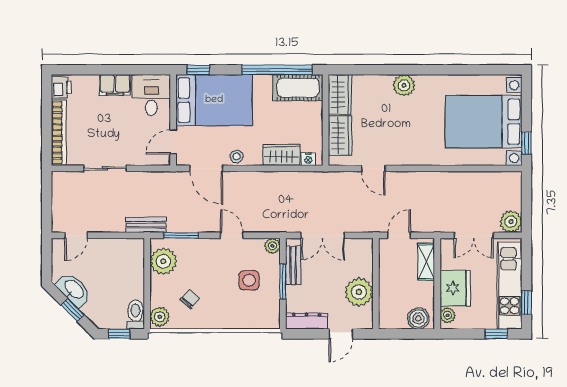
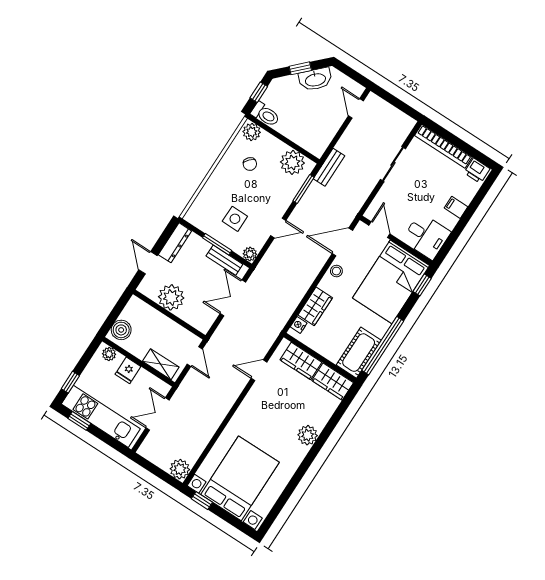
filing cabinet: (115, 85) -> (456, 207), width x0.50
plant: (511, 222) -> (180, 469), moved
fridge: (455, 288) -> (128, 370), width x0.53, depth x0.75

